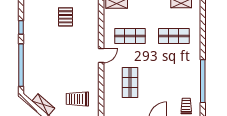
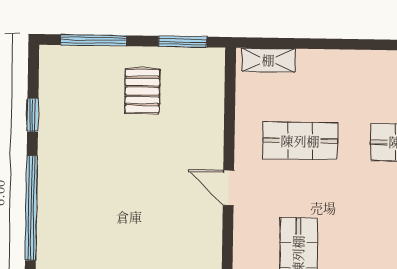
door: (101, 56) -> (228, 188), swing flipped

